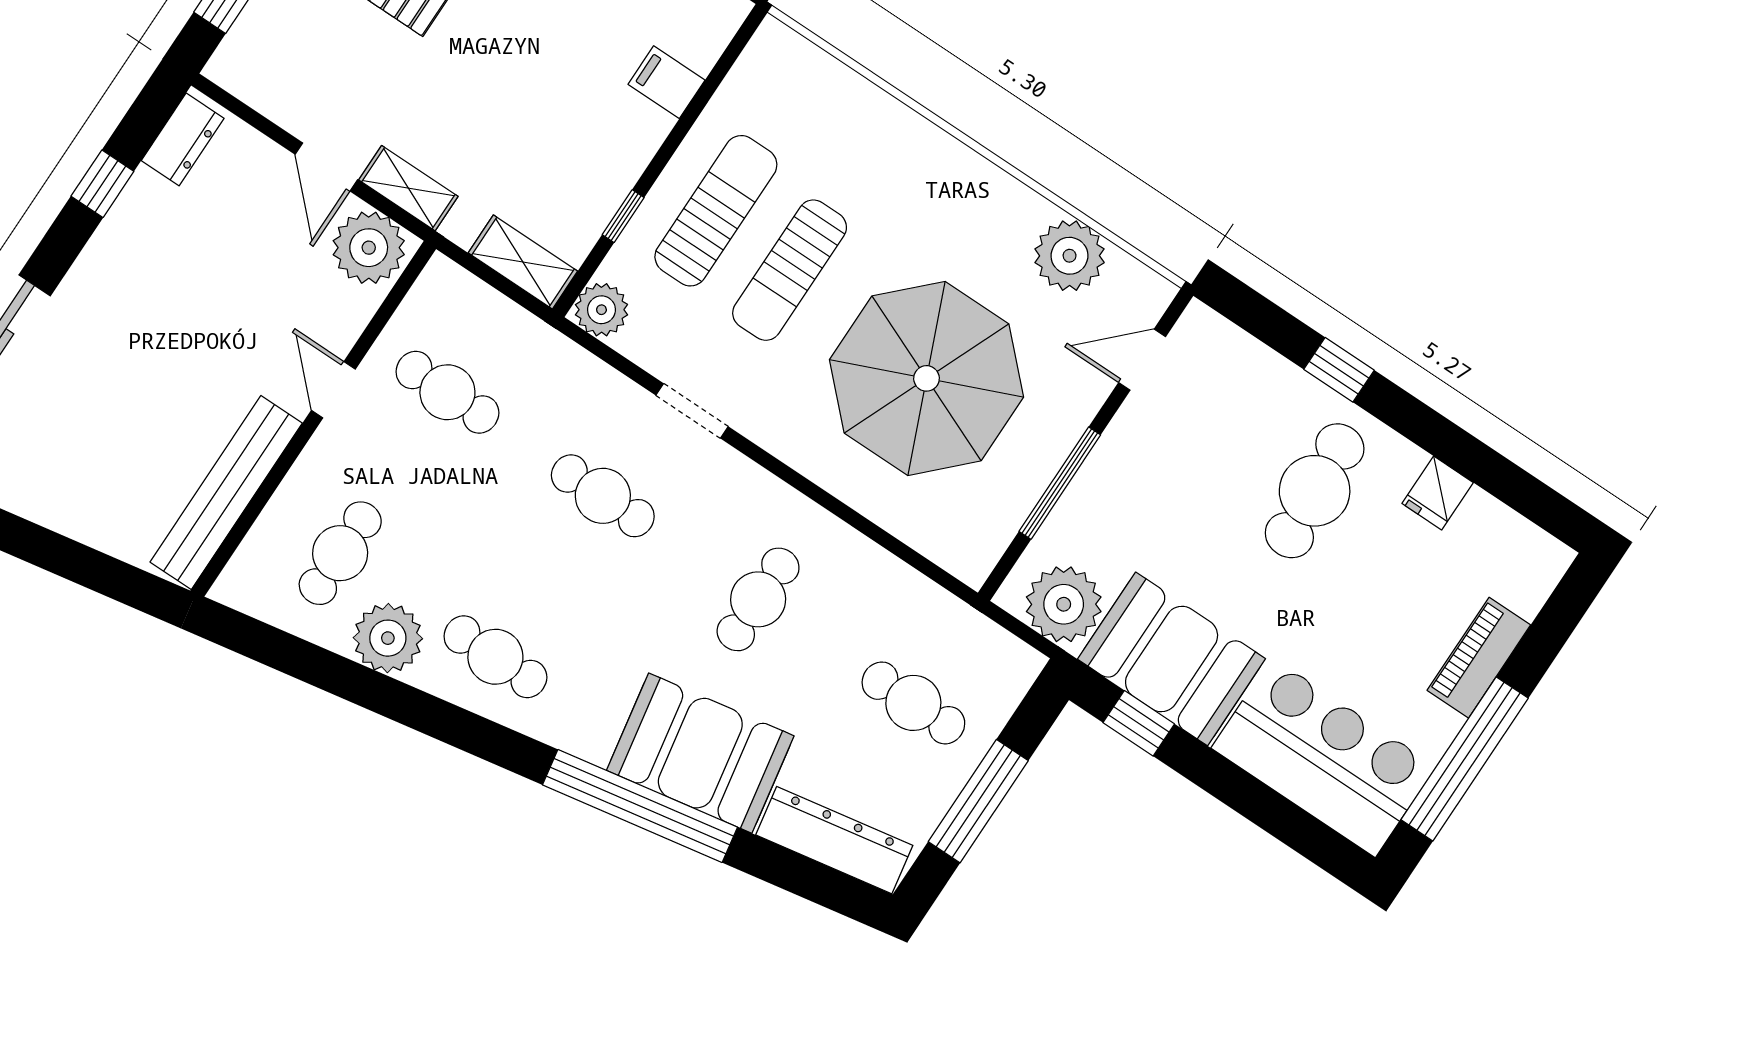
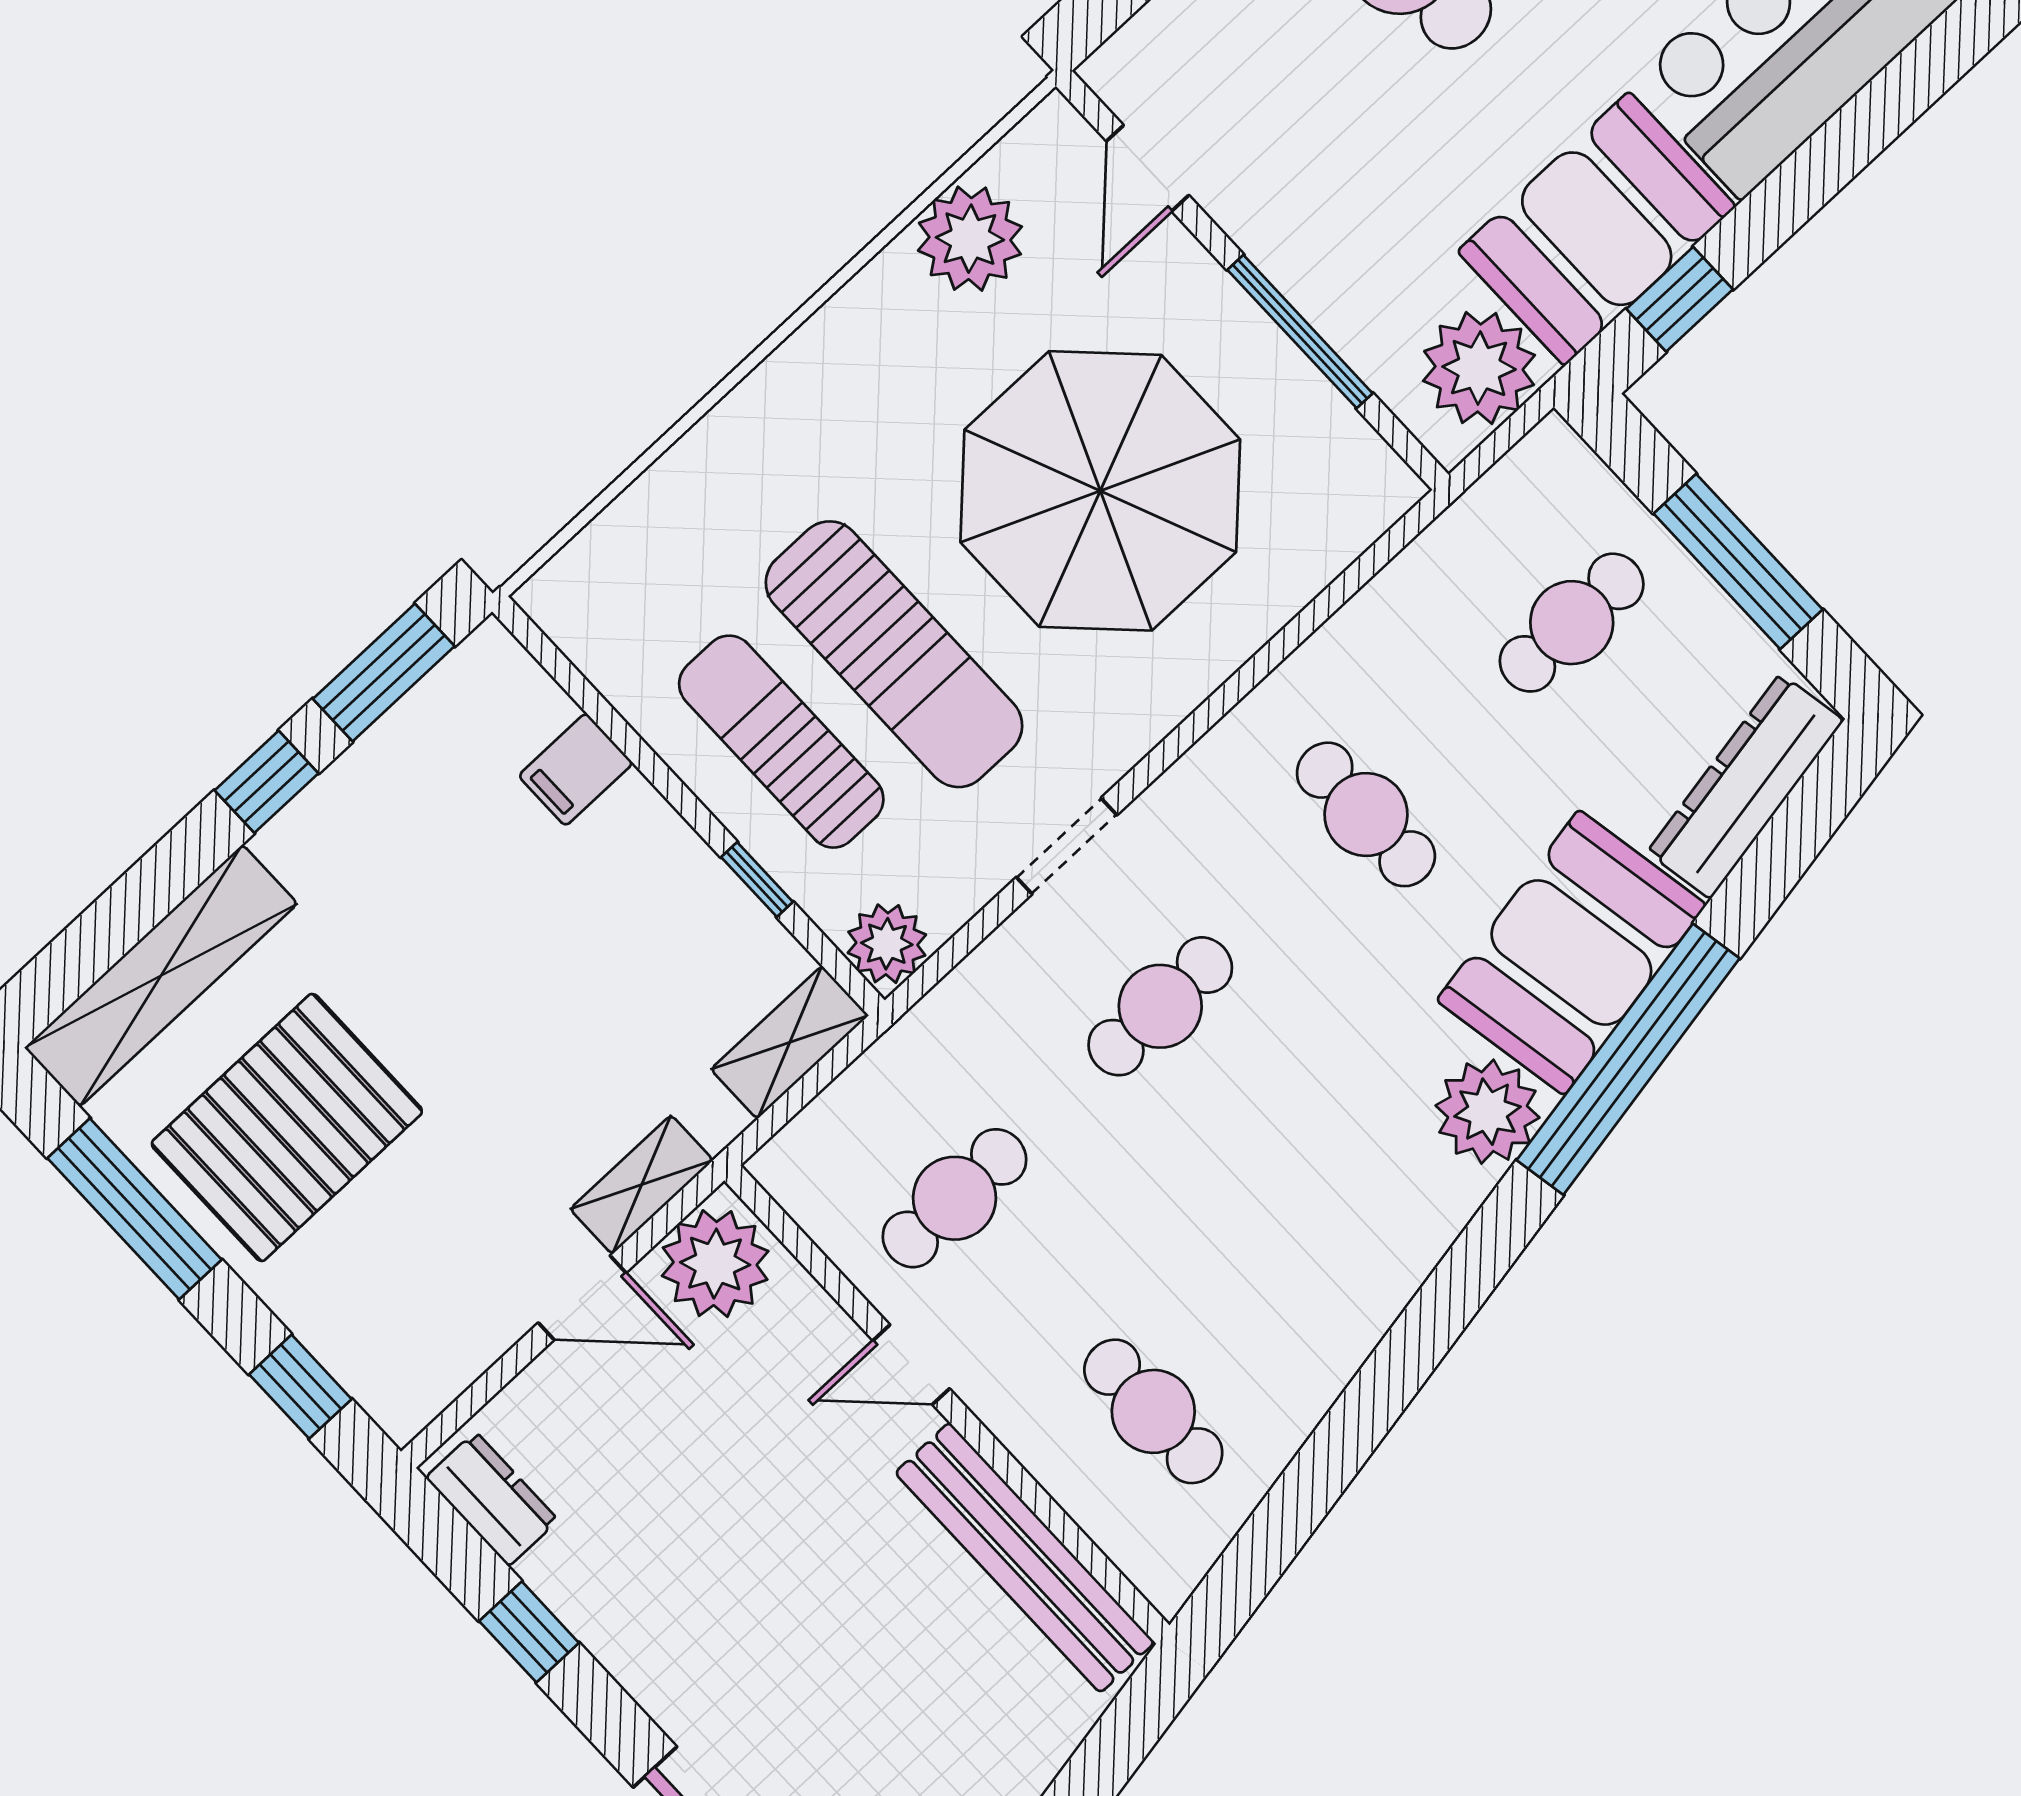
sun lounger: (790, 270) -> (894, 654), width x1.36, depth x1.34
plant: (388, 638) -> (1487, 1112), moved
cafe table: (495, 657) -> (1359, 1220), removed

